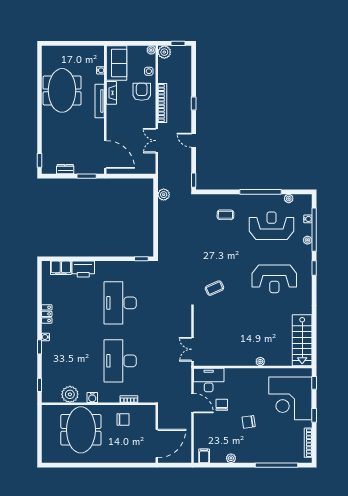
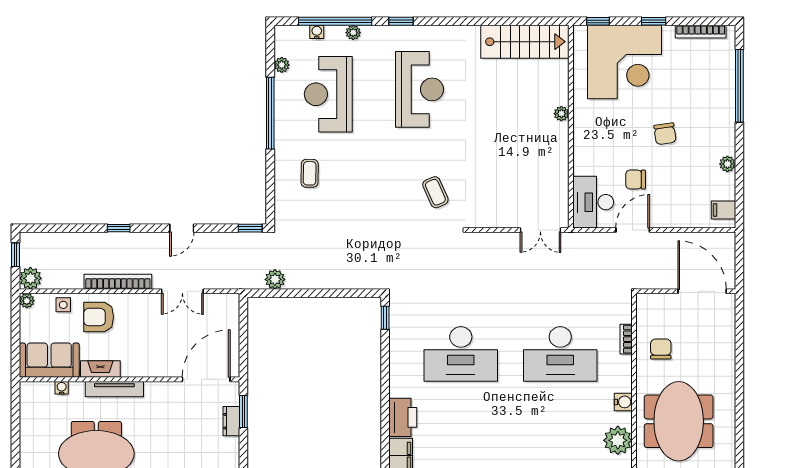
dresser: (65, 169) -> (231, 421), moved
meeting table: (81, 430) -> (679, 421), turned 90

